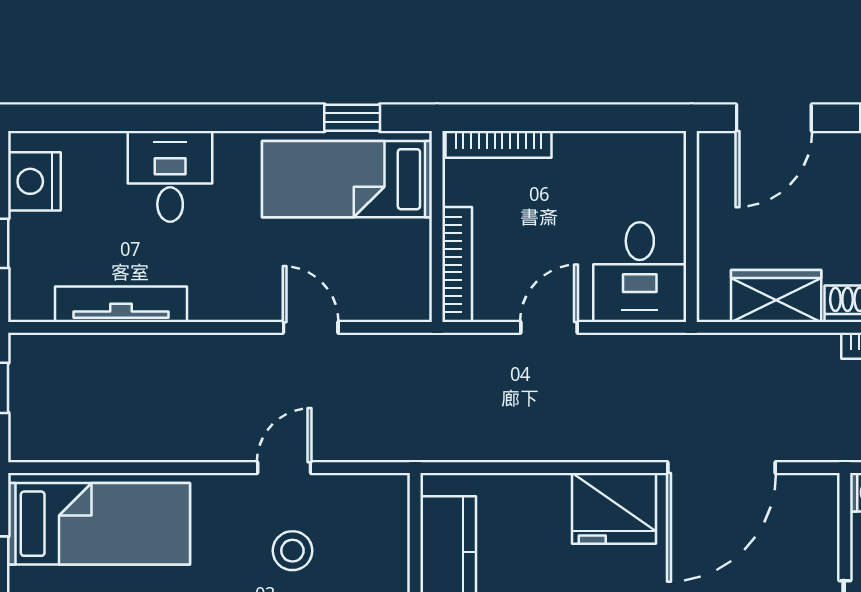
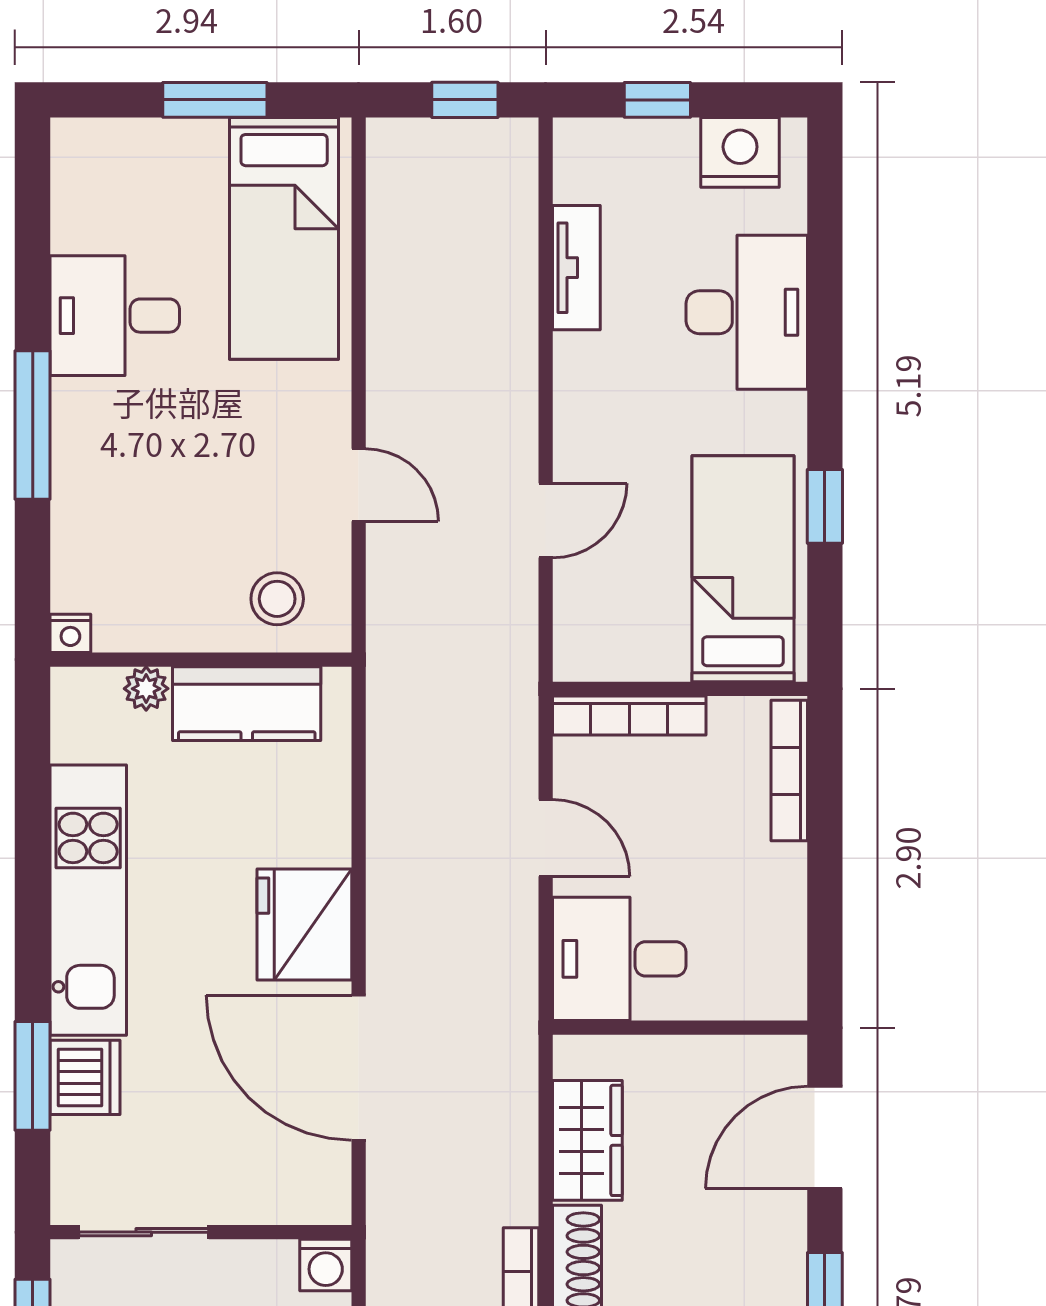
window: (352, 118) -> (825, 506), moved
door: (774, 118) -> (825, 1137), hinge flipped
desk: (170, 176) -> (747, 312), width x1.37
tv unit: (121, 304) -> (576, 268), width x0.71
stool: (292, 551) -> (277, 599), moved

